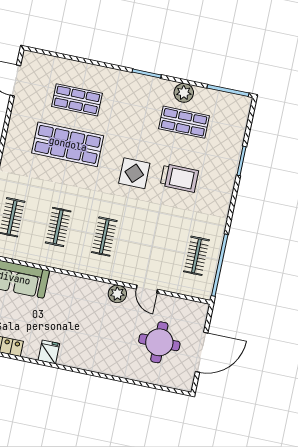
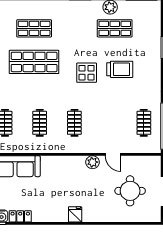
fridge: (49, 352) -> (75, 214), moved

